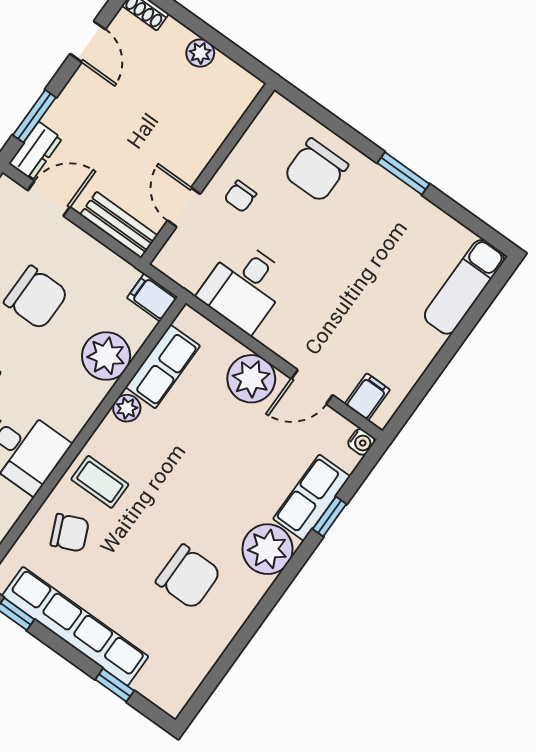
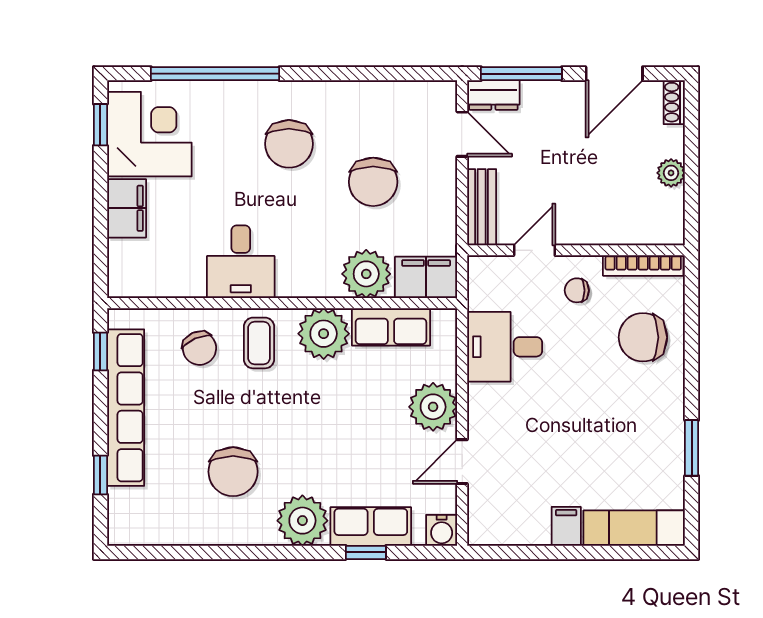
door: (88, 42) -> (614, 74), width x1.38
window: (34, 116) -> (521, 74), width x1.44
bookcase: (259, 129) -> (643, 266), added
window: (403, 173) -> (692, 448), moved
filing cabinet: (152, 298) -> (426, 277), width x2.00
door: (312, 387) -> (462, 462), hinge flipped
filing cabinet: (367, 397) -> (566, 526), moved, turned -90
plant: (127, 408) -> (324, 334), width x1.88, depth x1.88
water cooler: (361, 442) -> (442, 530), width x1.38, depth x1.38

